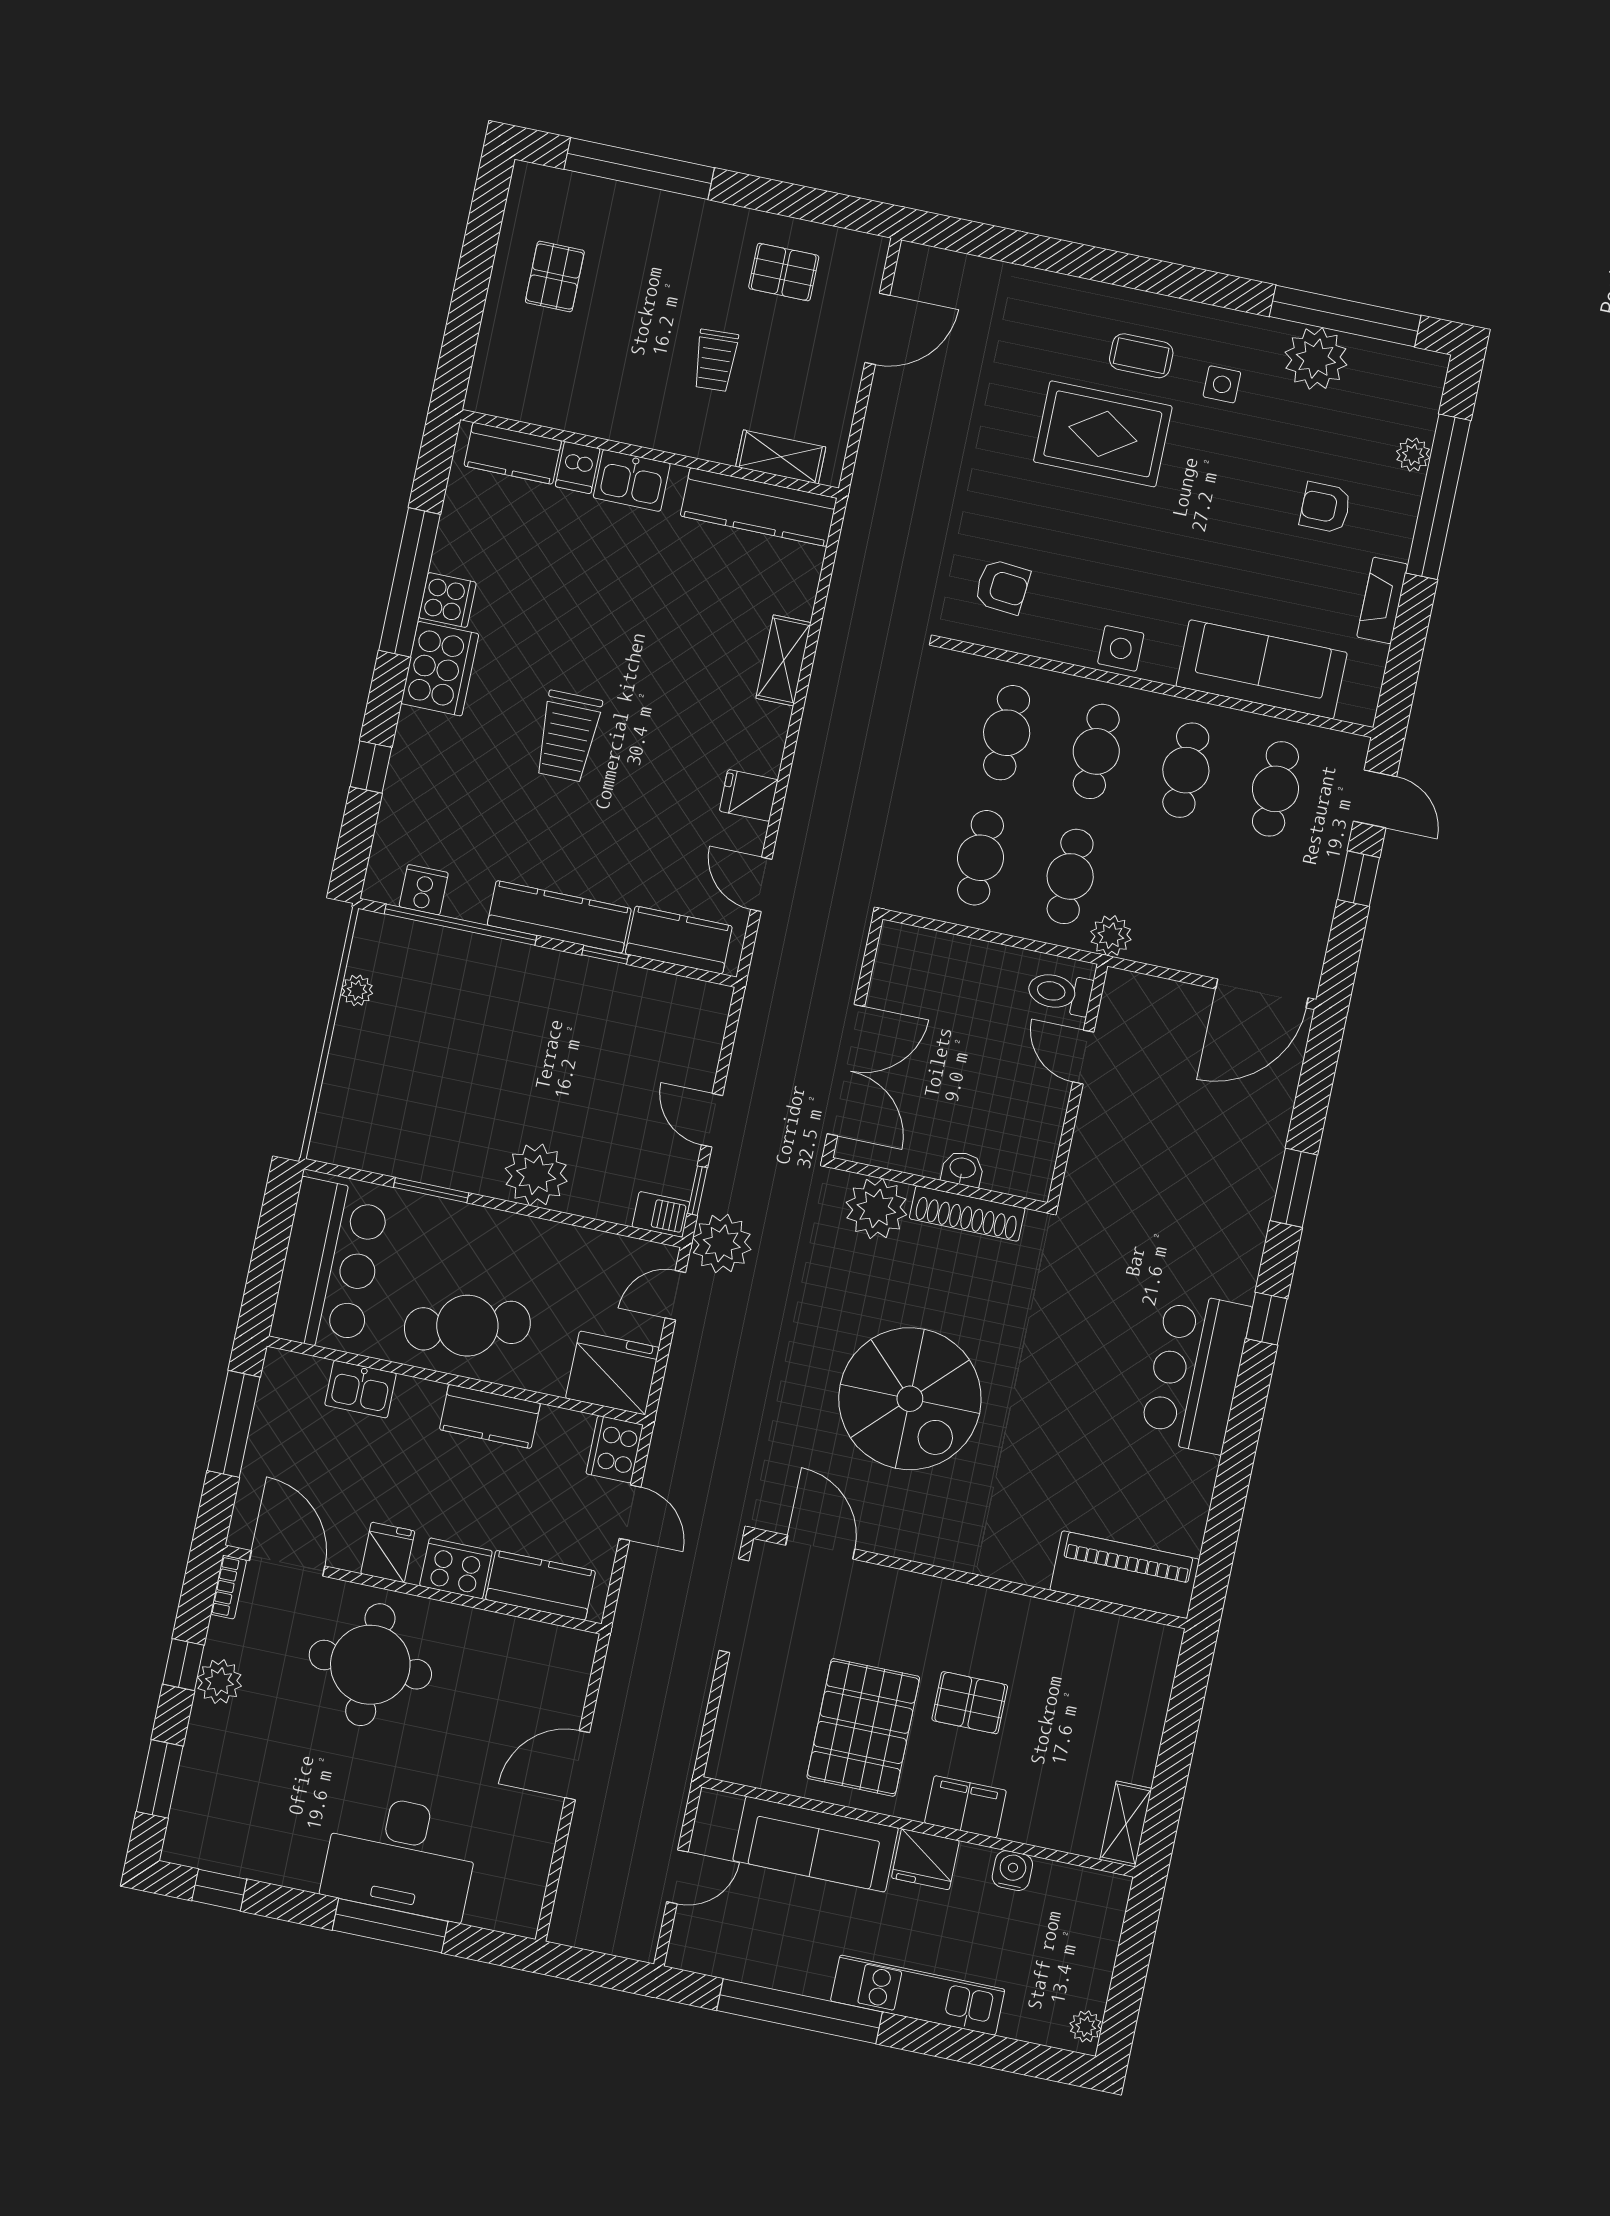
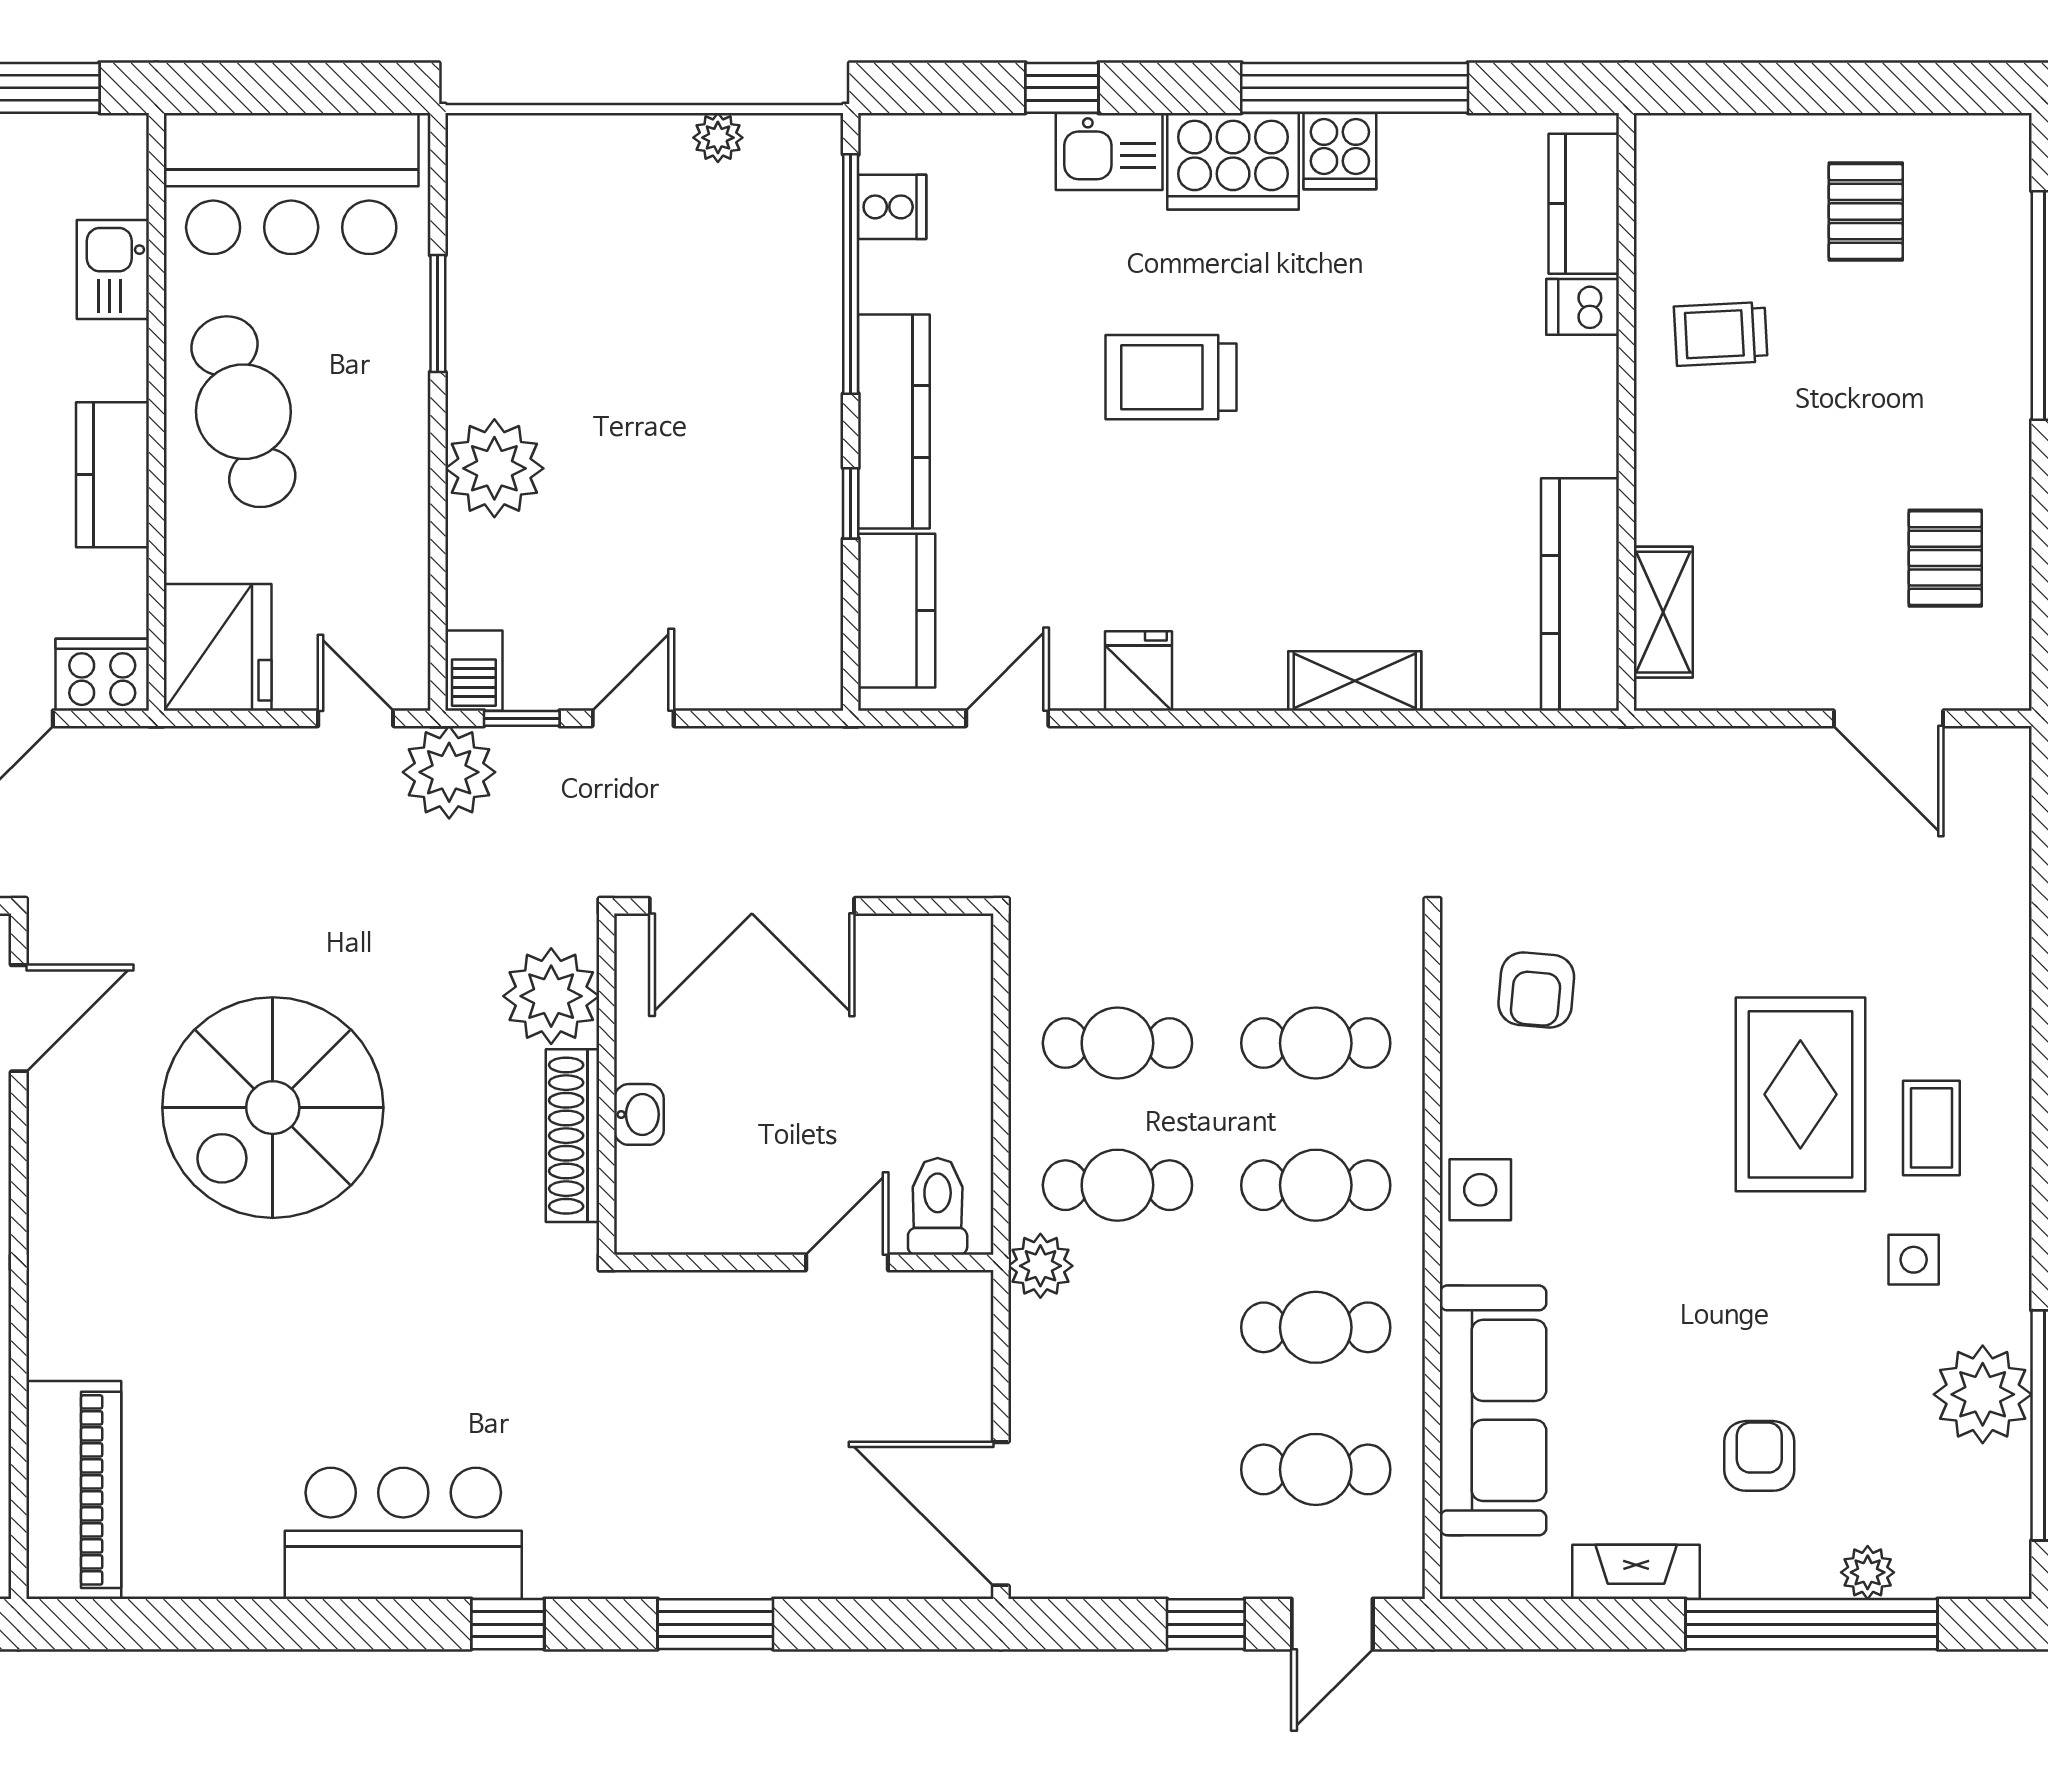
pallet: (555, 277) -> (1866, 211), turned 90
trolley: (715, 360) -> (1721, 334), moved
kitchen sink: (632, 480) -> (1109, 151), moved, turned -90

